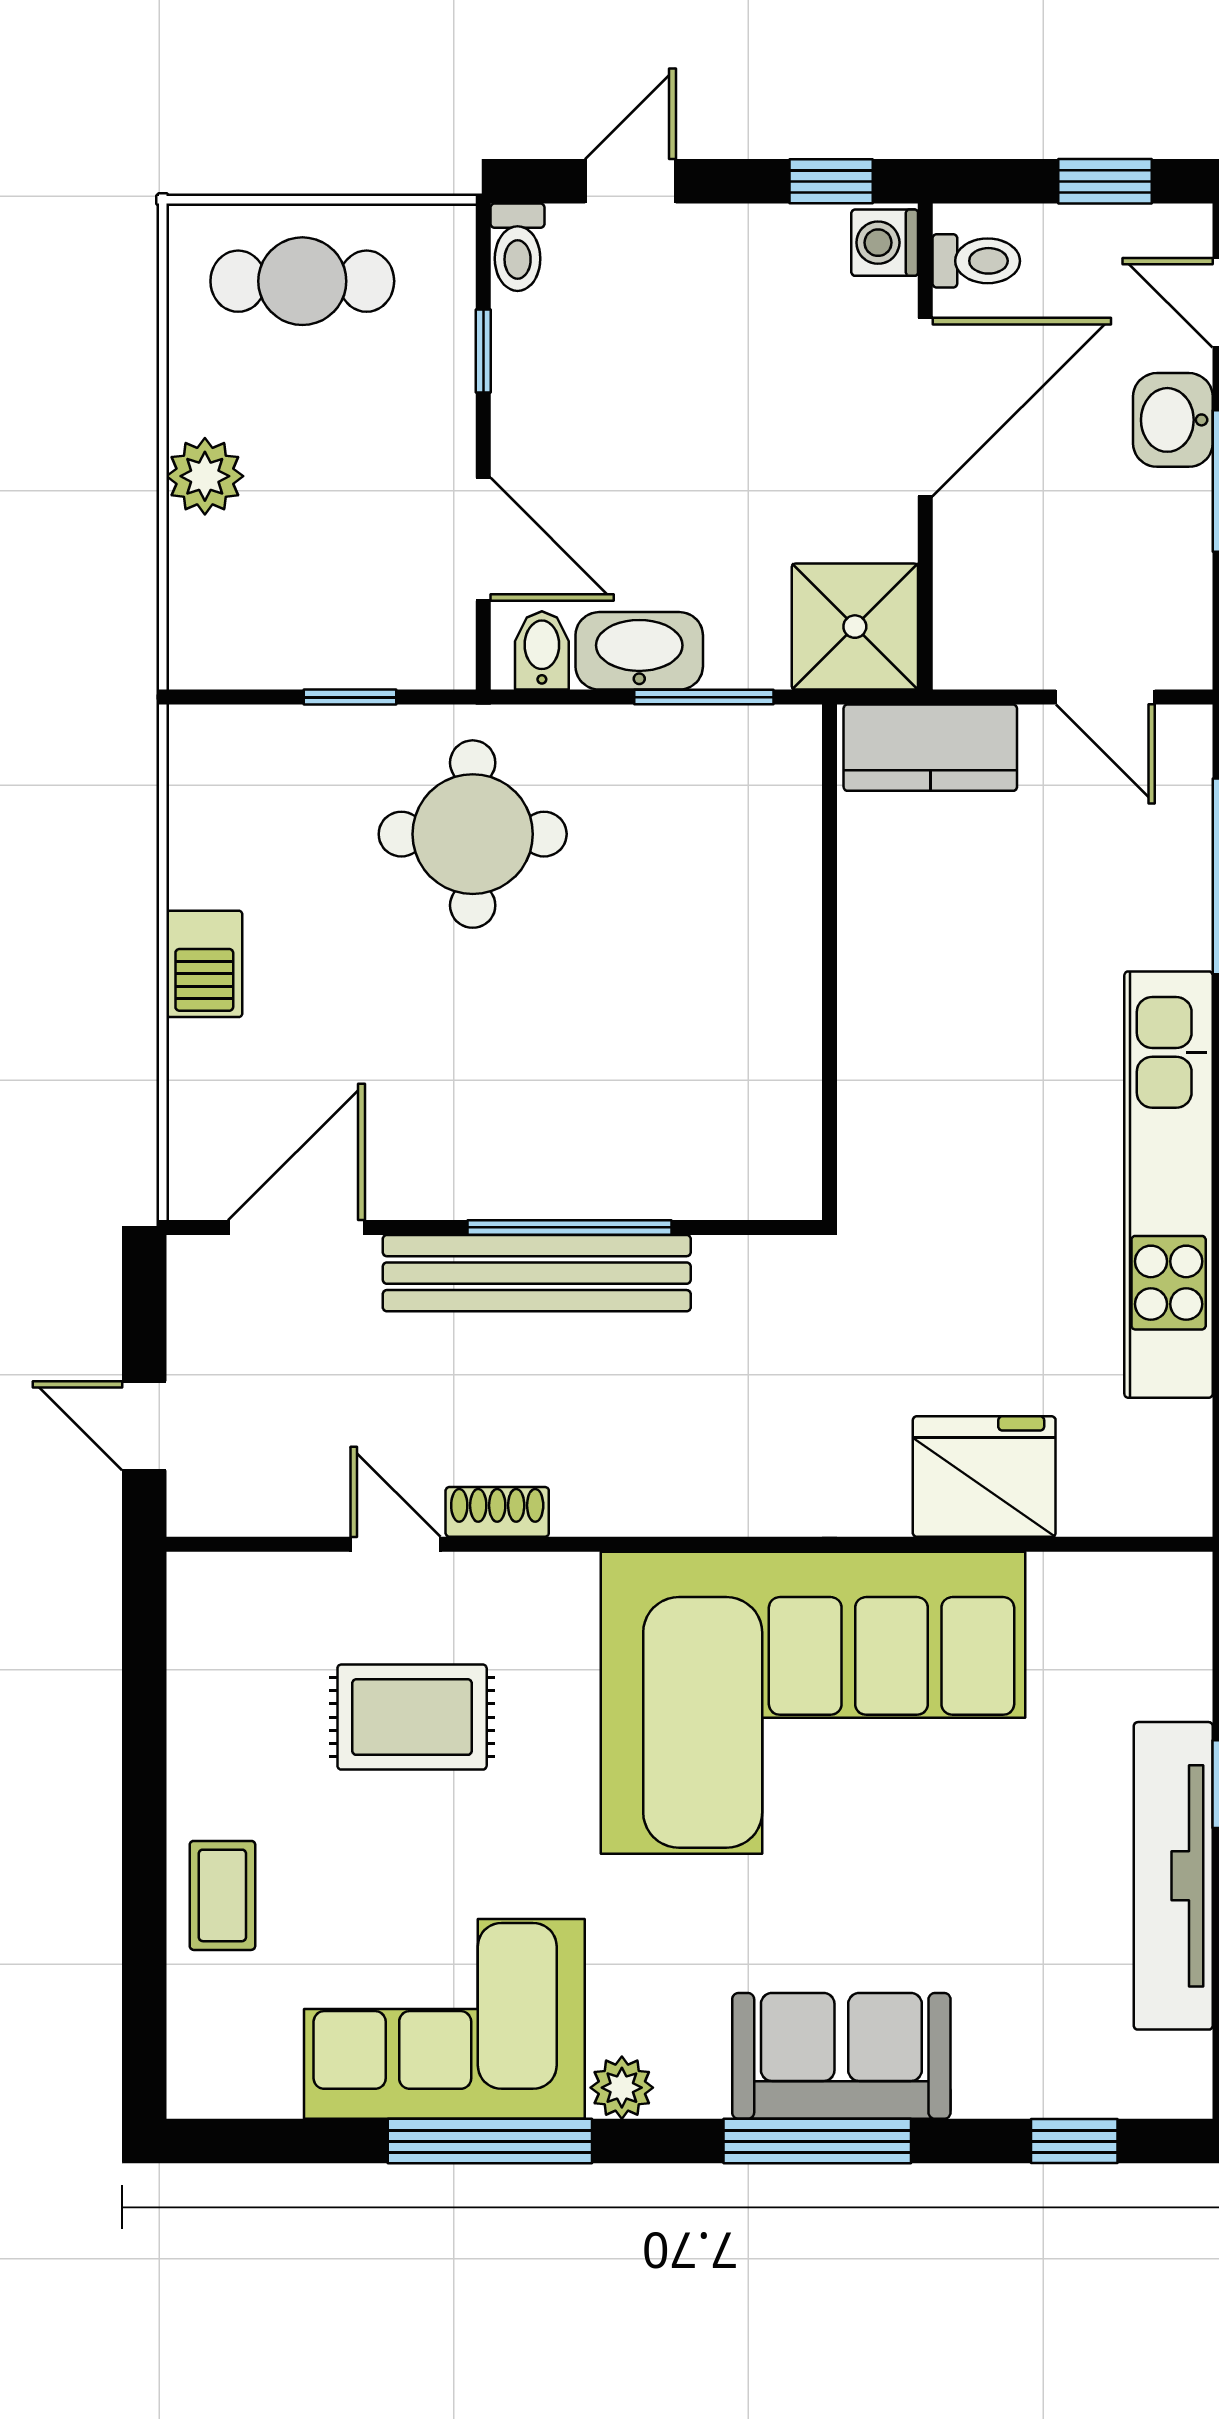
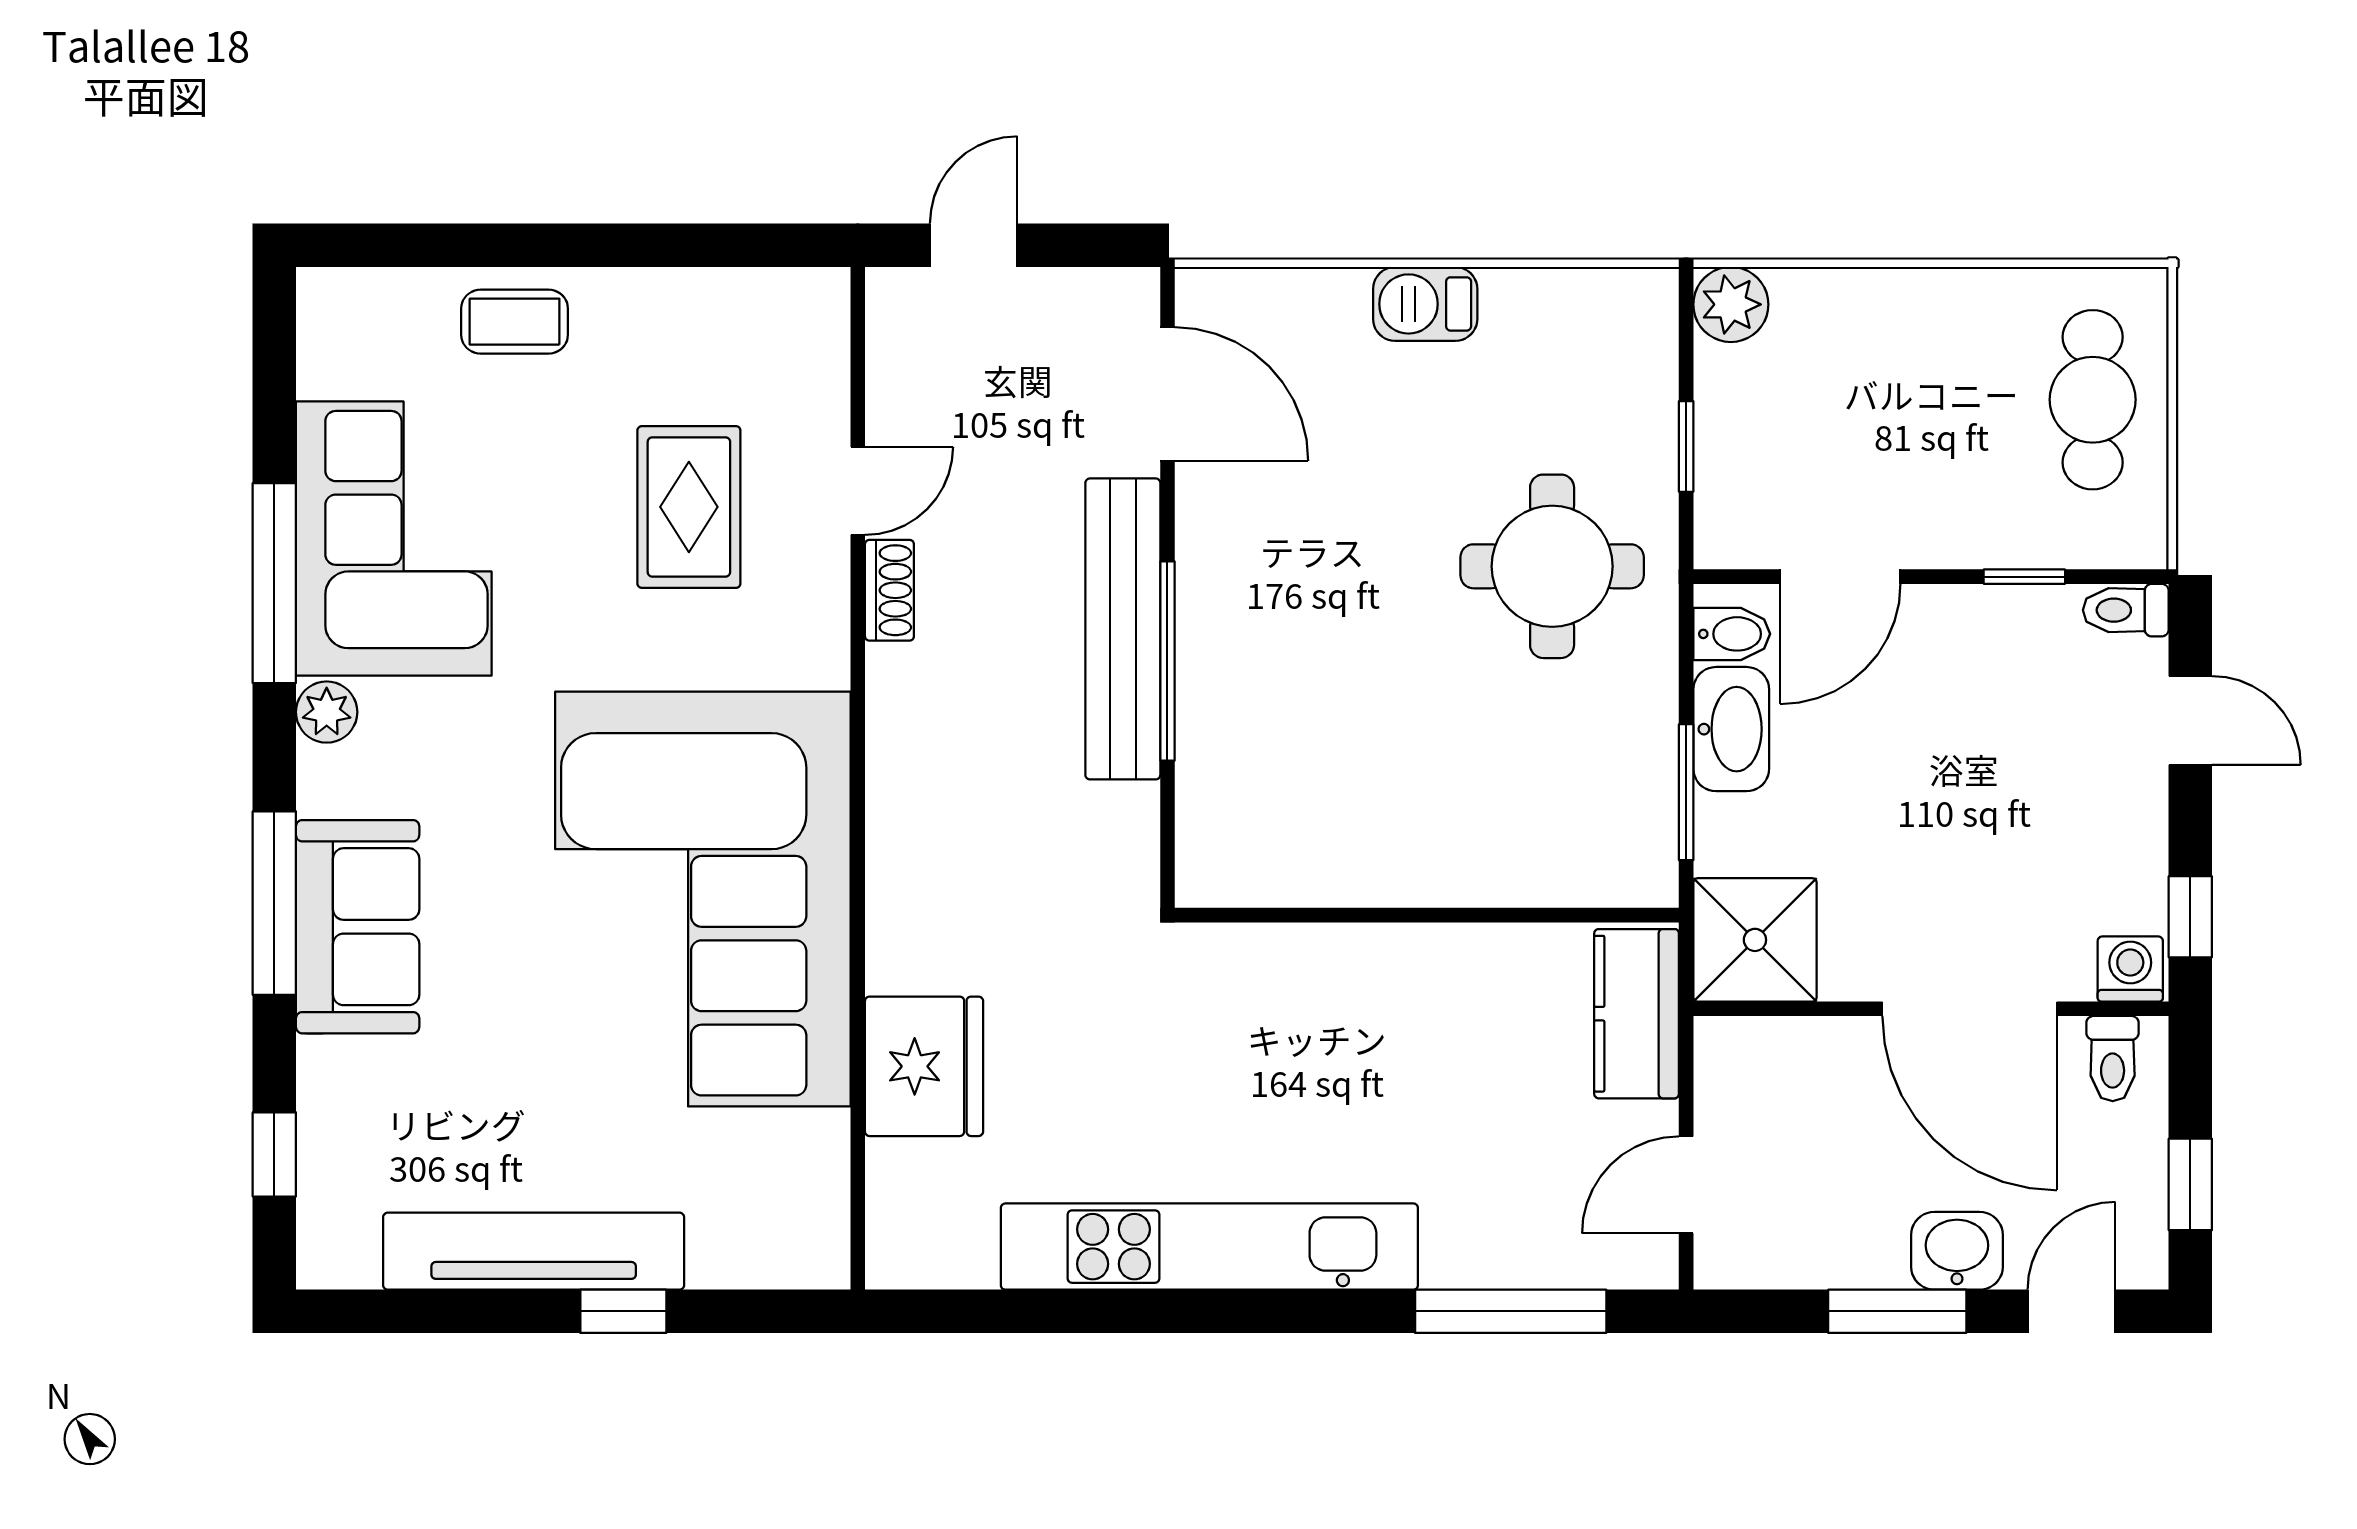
plant: (205, 476) -> (1731, 304), moved

